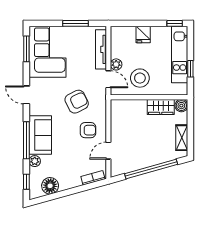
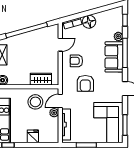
door: (108, 79) -> (60, 101), hinge flipped
armchair: (77, 102) -> (85, 83), turned -64
wardrobe: (161, 107) -> (41, 79), moved
floor lamp: (50, 186) -> (89, 22), moved

